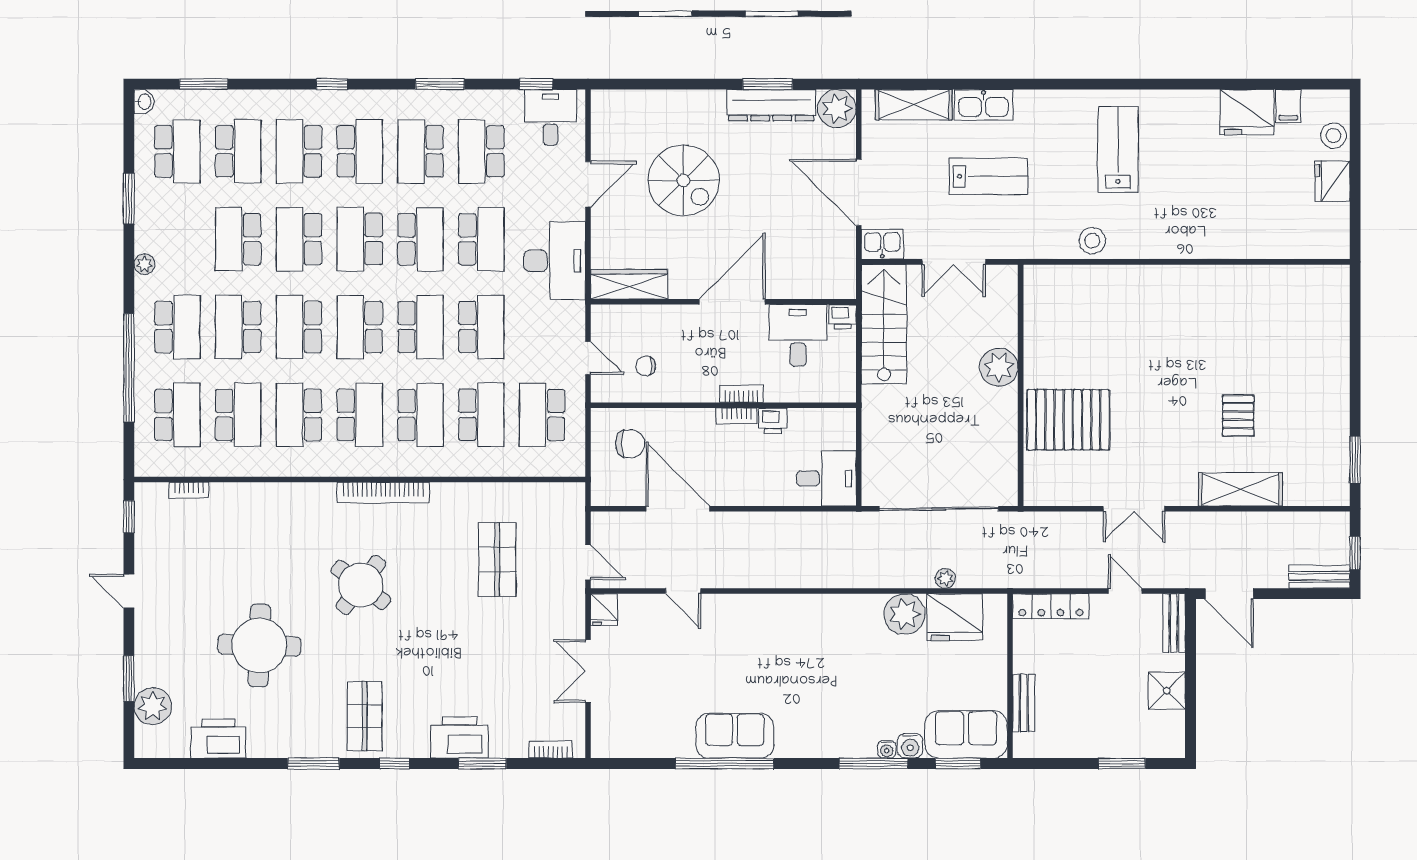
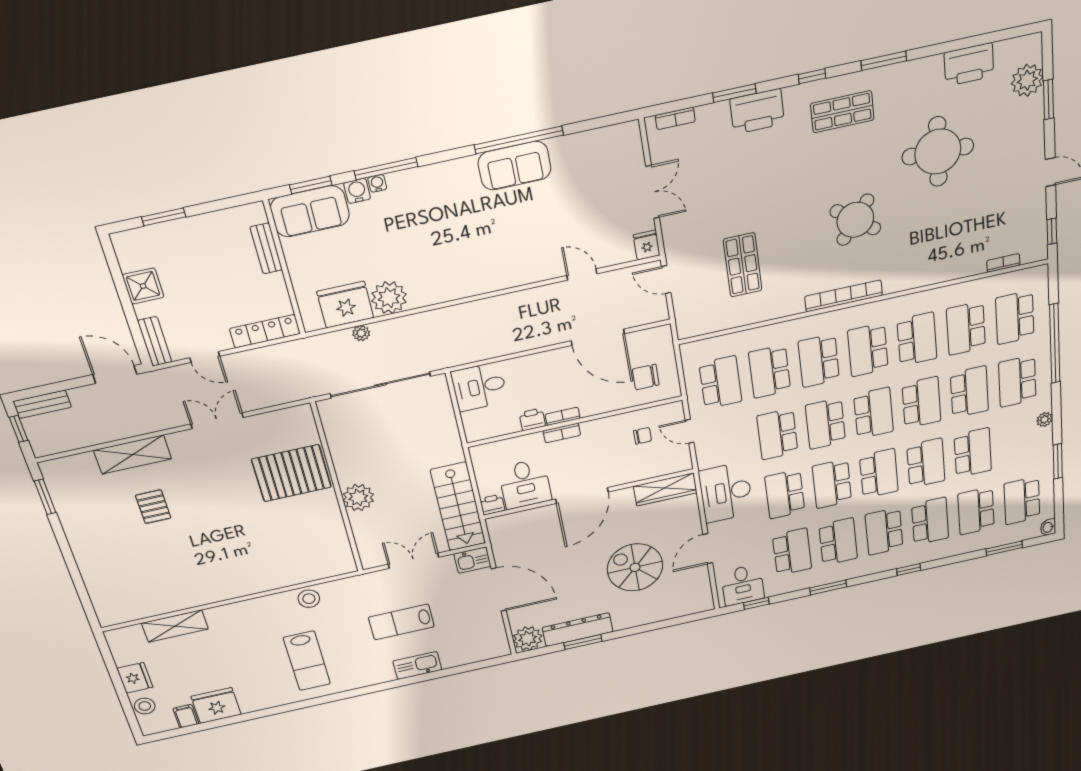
shelving: (914, 105) -> (175, 626), moved
shop shelf: (365, 716) -> (842, 112), turned 90

